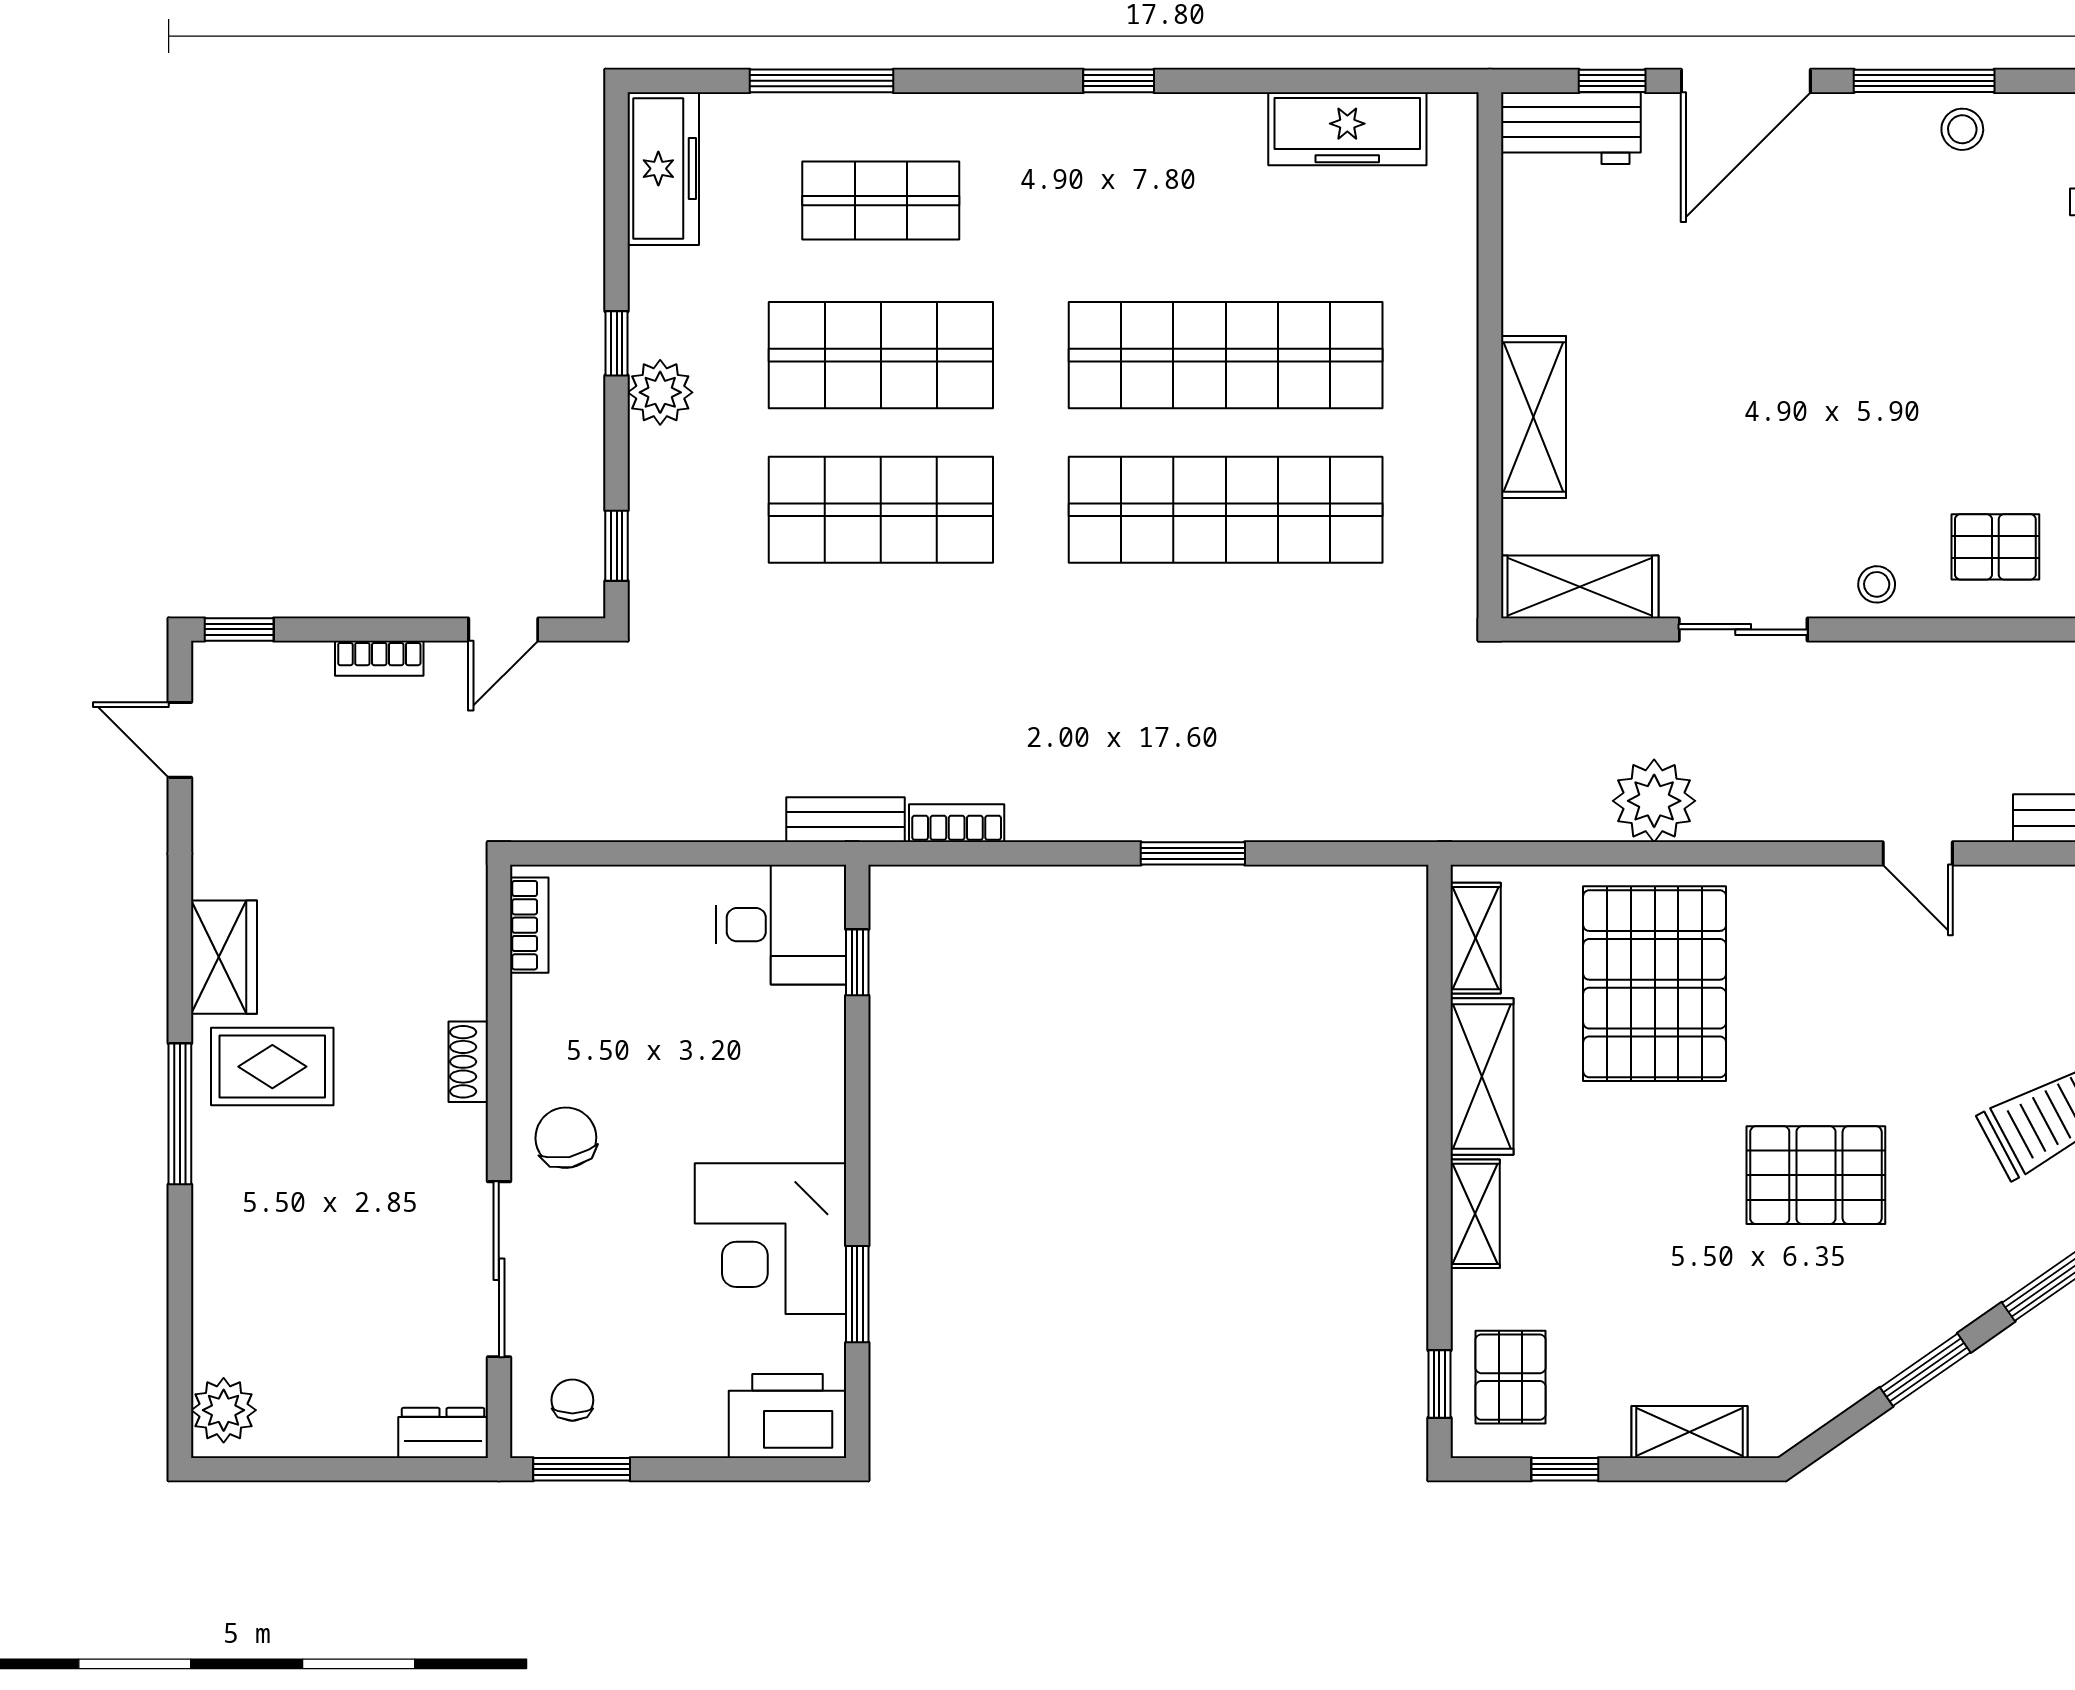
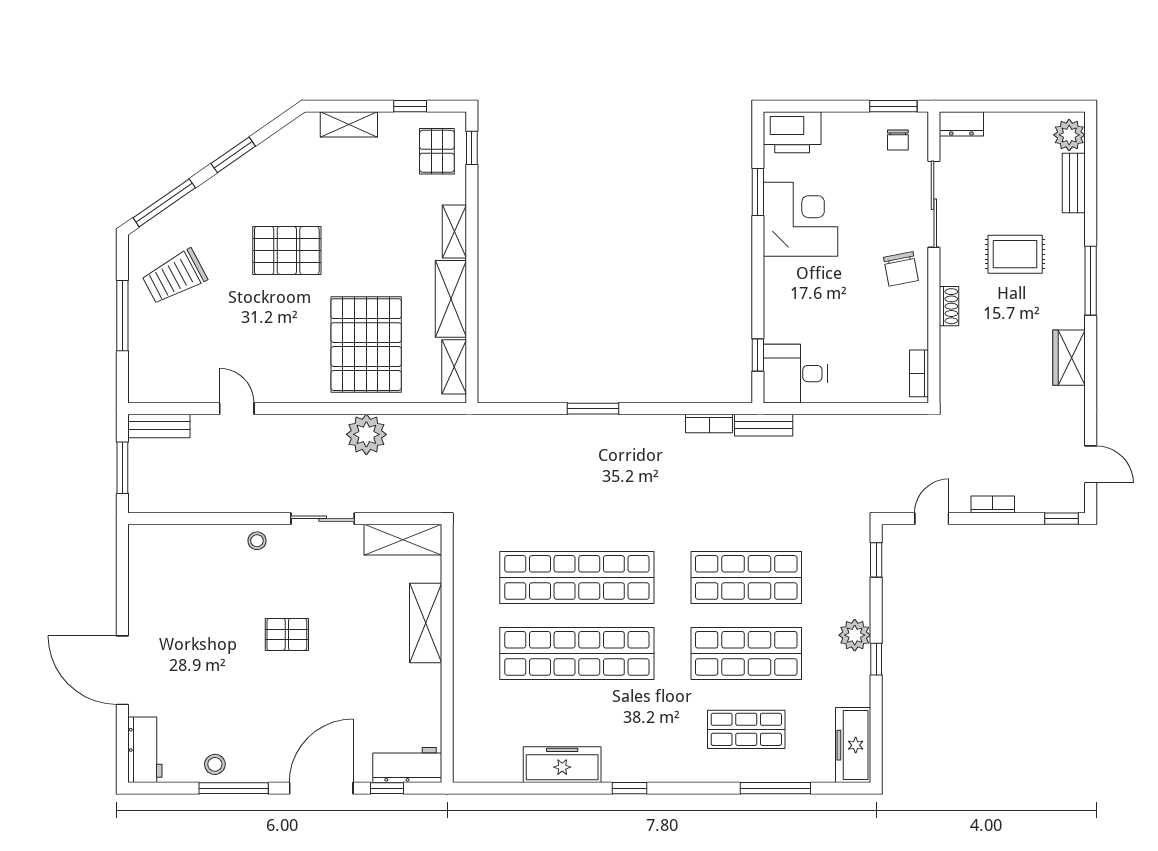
freezer: (1347, 129) -> (562, 765), moved
pallet: (1995, 547) -> (287, 634), moved
rug: (272, 1067) -> (1015, 254), moved
bench: (214, 1312) -> (1074, 183), added

